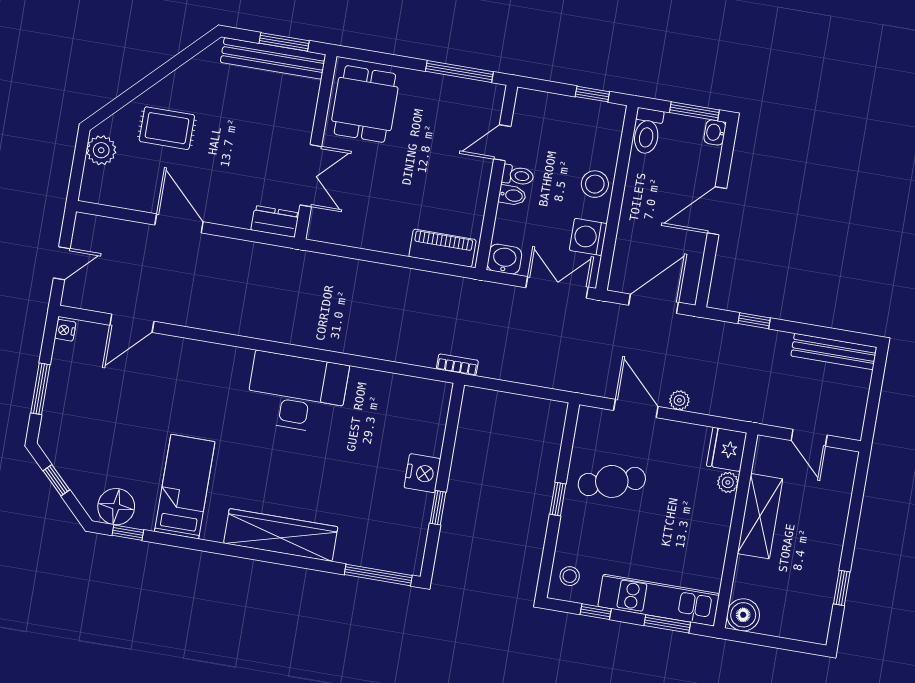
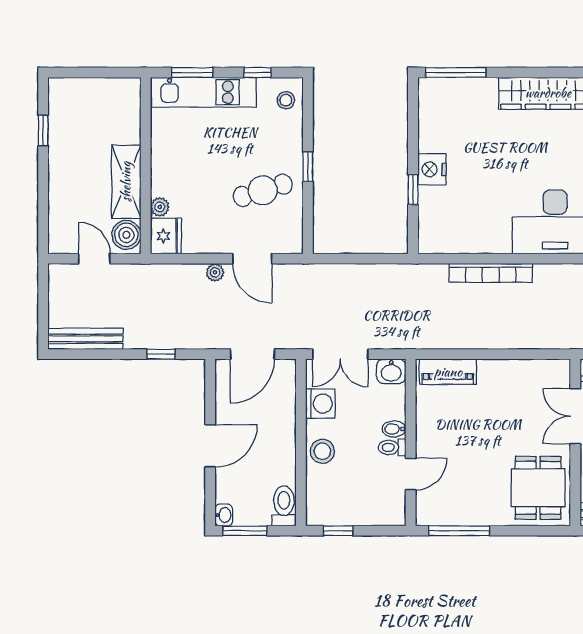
bookcase: (457, 365) -> (491, 273), moved, width x2.31, depth x1.31
window: (438, 508) -> (413, 190), moved
boiler: (743, 615) -> (126, 235), moved

